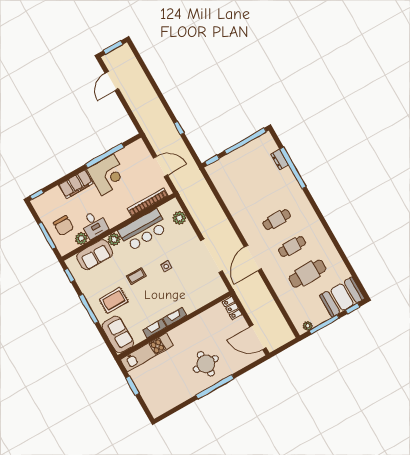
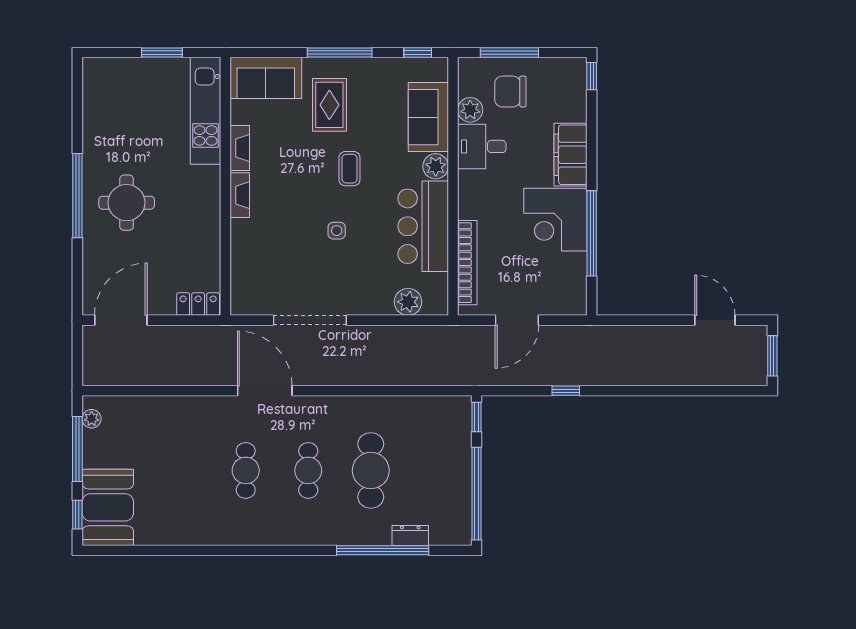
cafe table: (307, 274) -> (371, 470), moved

